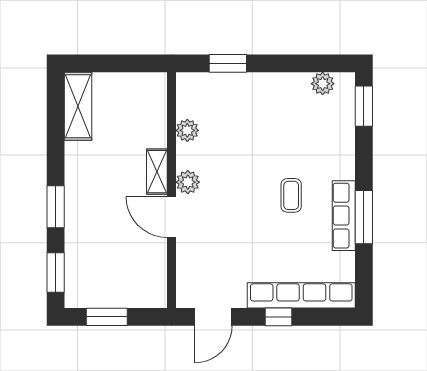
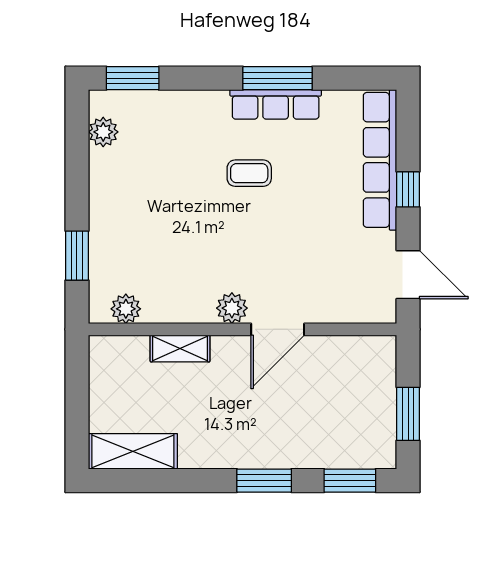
plant: (187, 130) -> (126, 309), moved
shelving: (157, 172) -> (180, 348), moved

